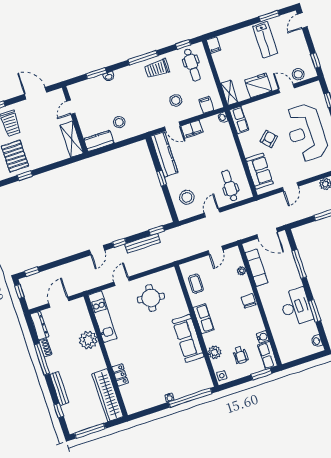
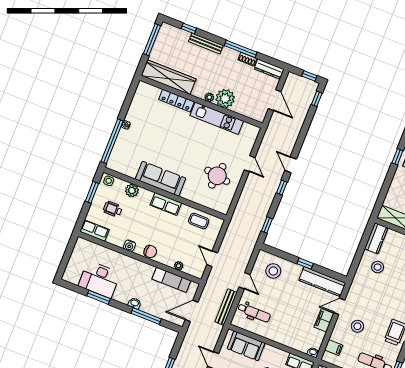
bench: (143, 243) -> (226, 307), moved
desk: (296, 307) -> (99, 279), moved
kitchen unit: (103, 317) -> (217, 118), moved
water cooler: (263, 337) -> (129, 246), moved
washbasin: (317, 341) -> (135, 303), moved
plant: (97, 353) -> (209, 97), added
window: (261, 374) -> (92, 192), moved
locker: (120, 375) -> (176, 101), width x1.53

